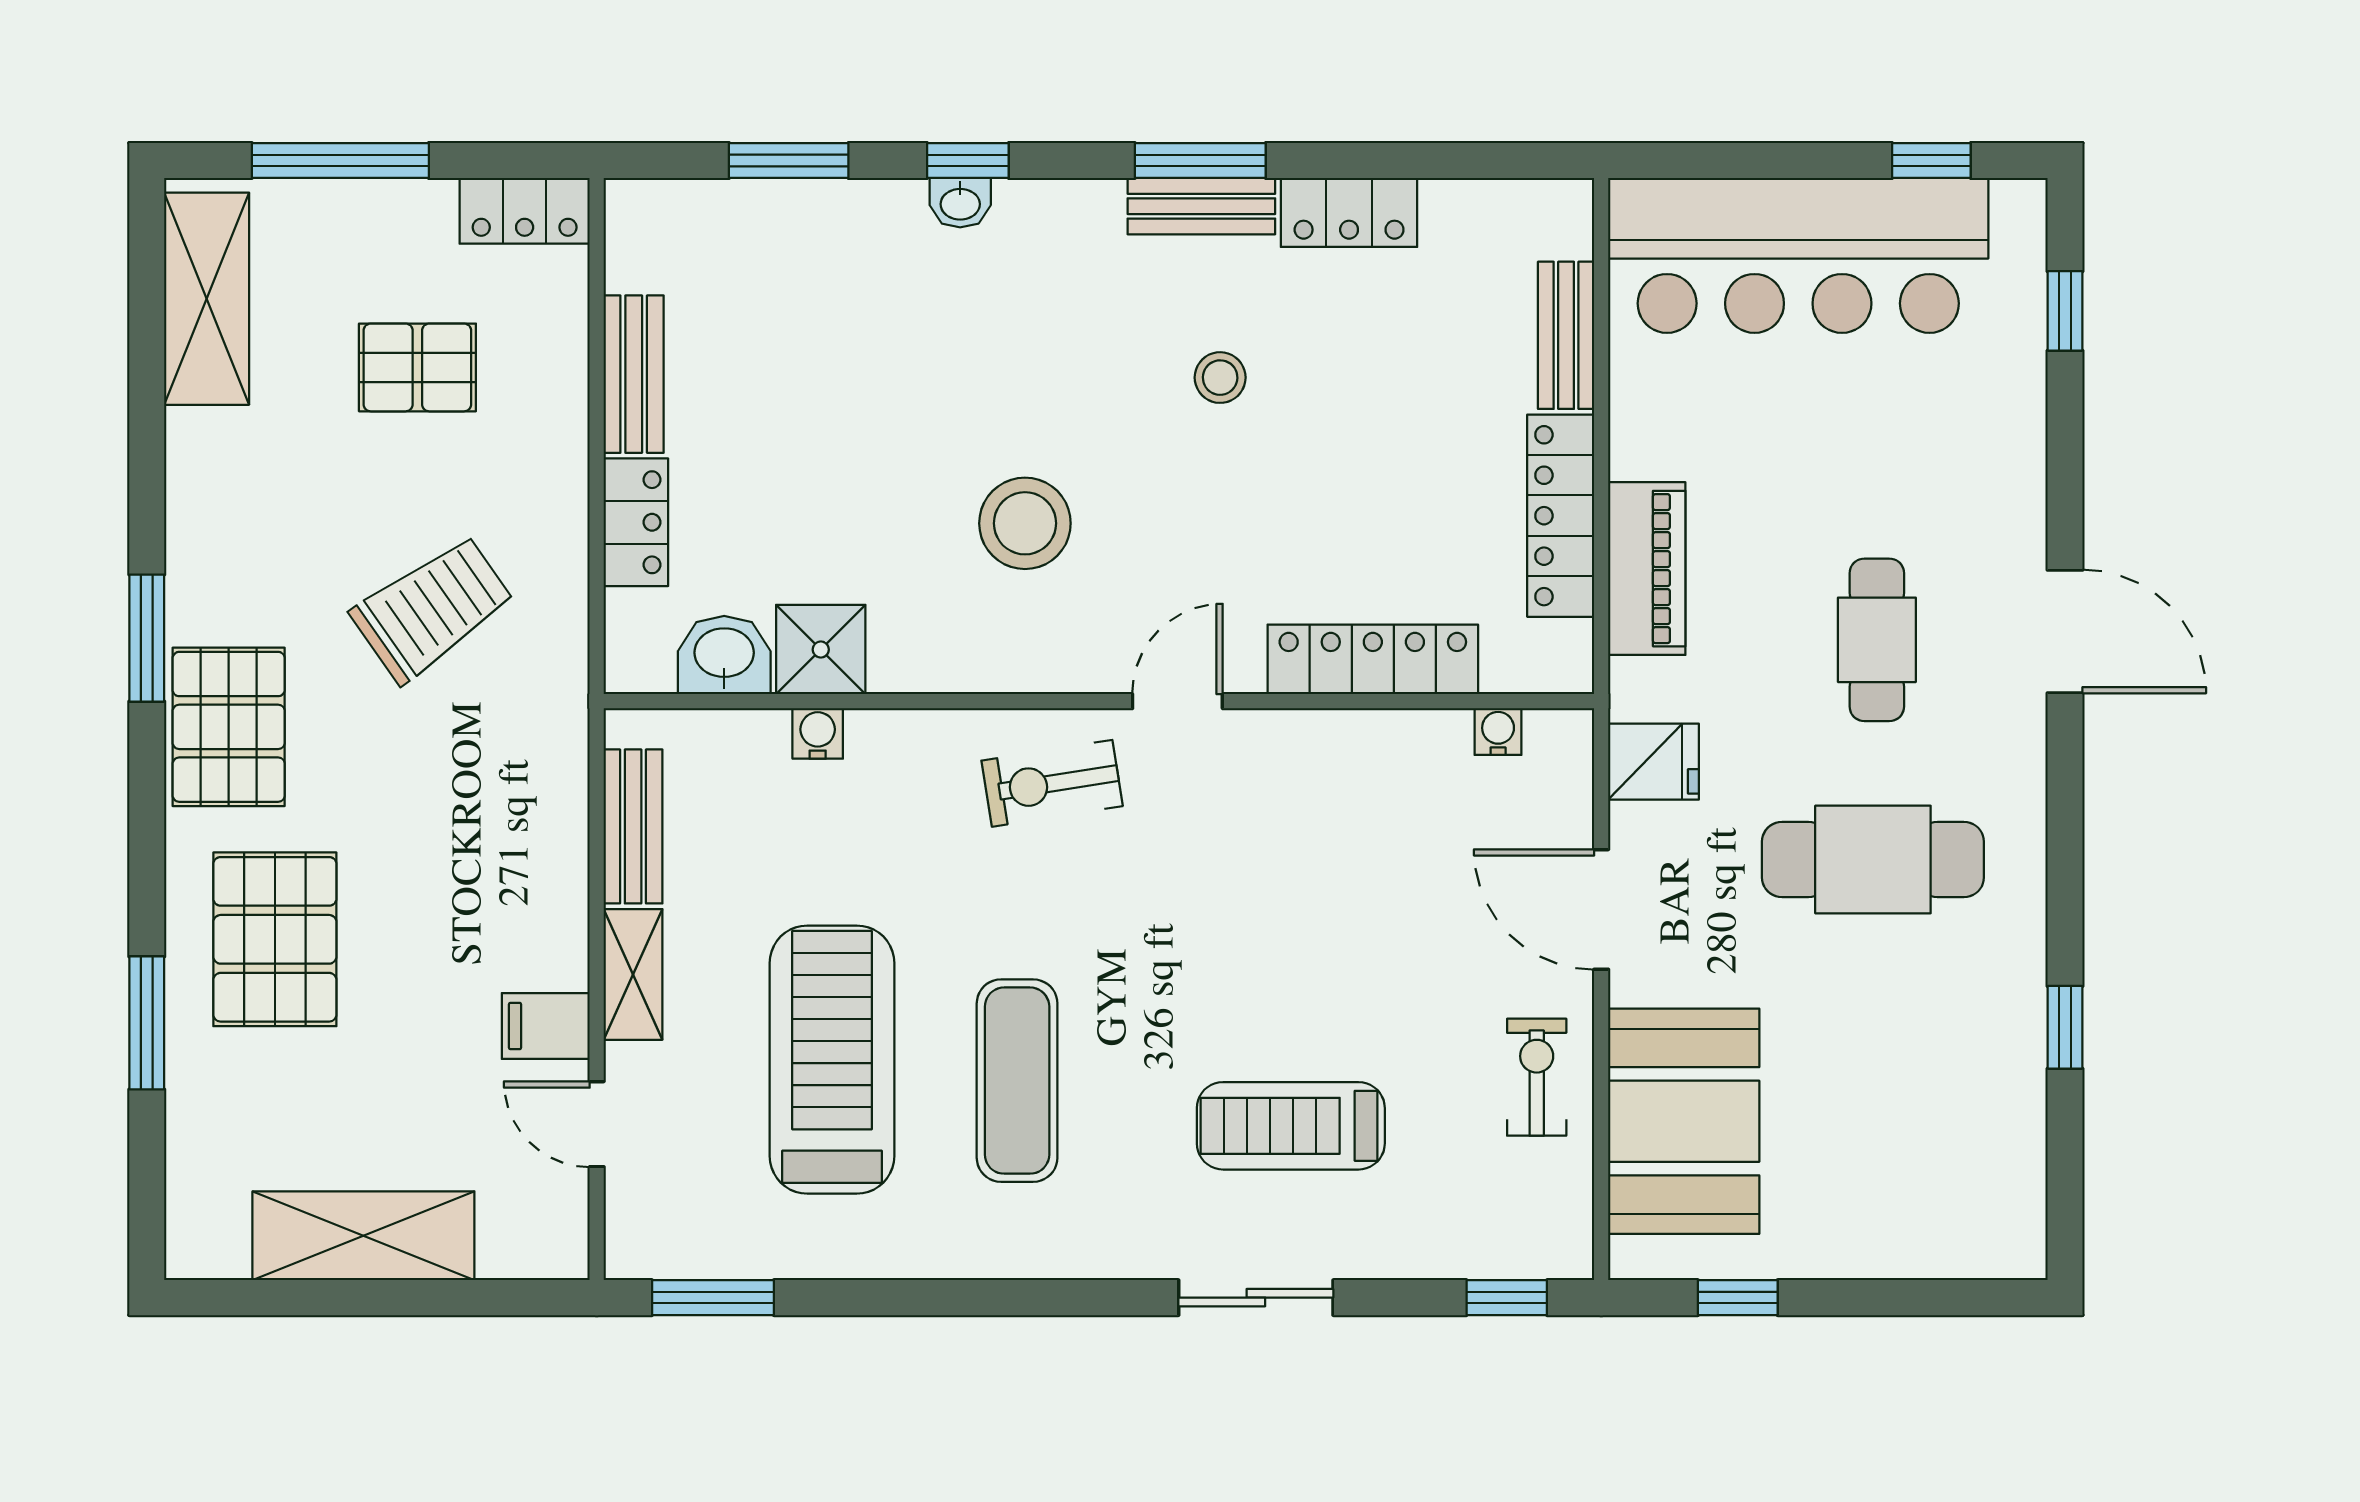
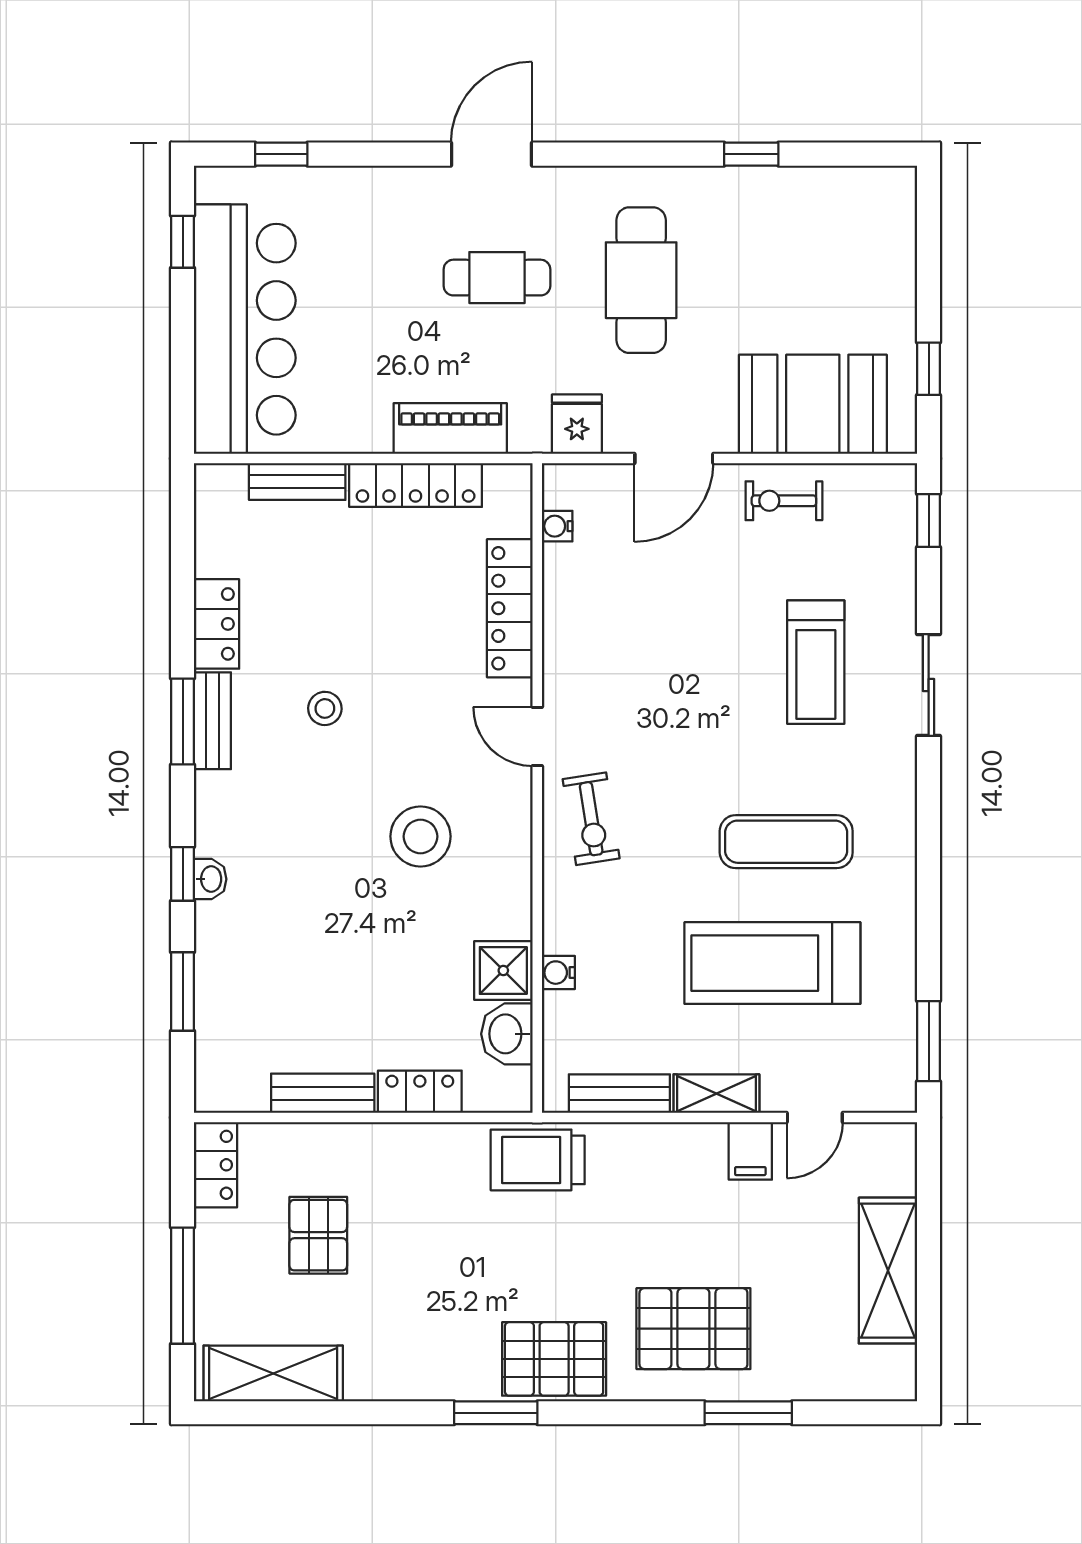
trolley: (432, 609) -> (538, 1160), moved, turned -55

